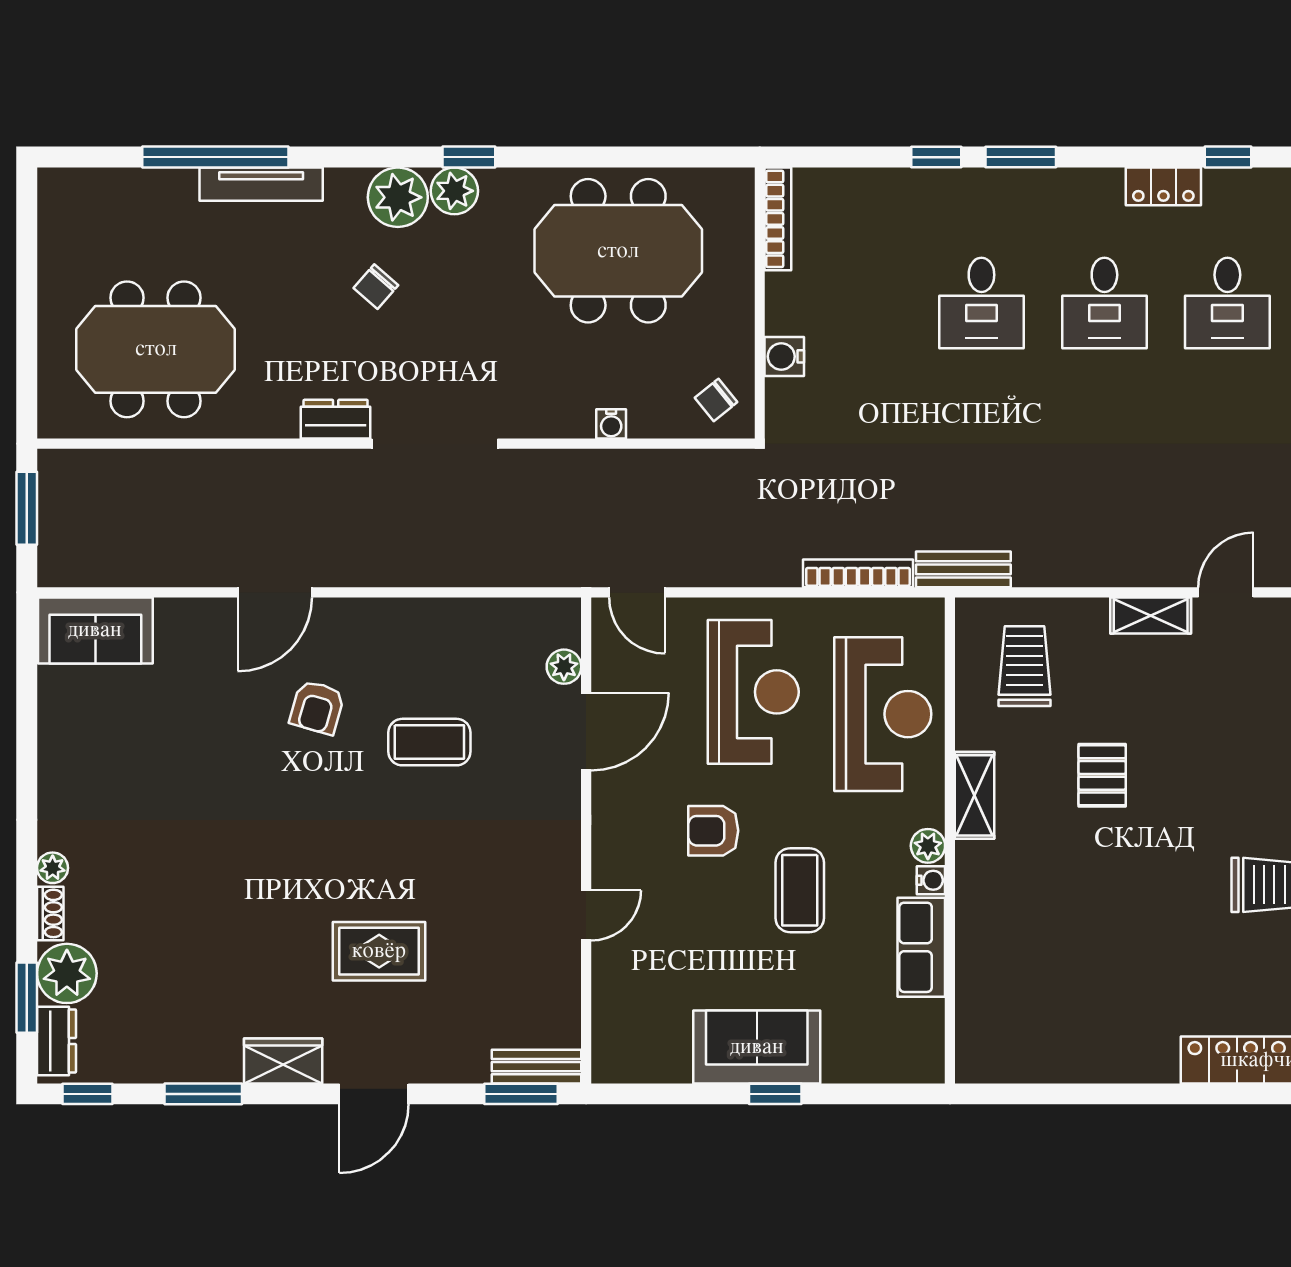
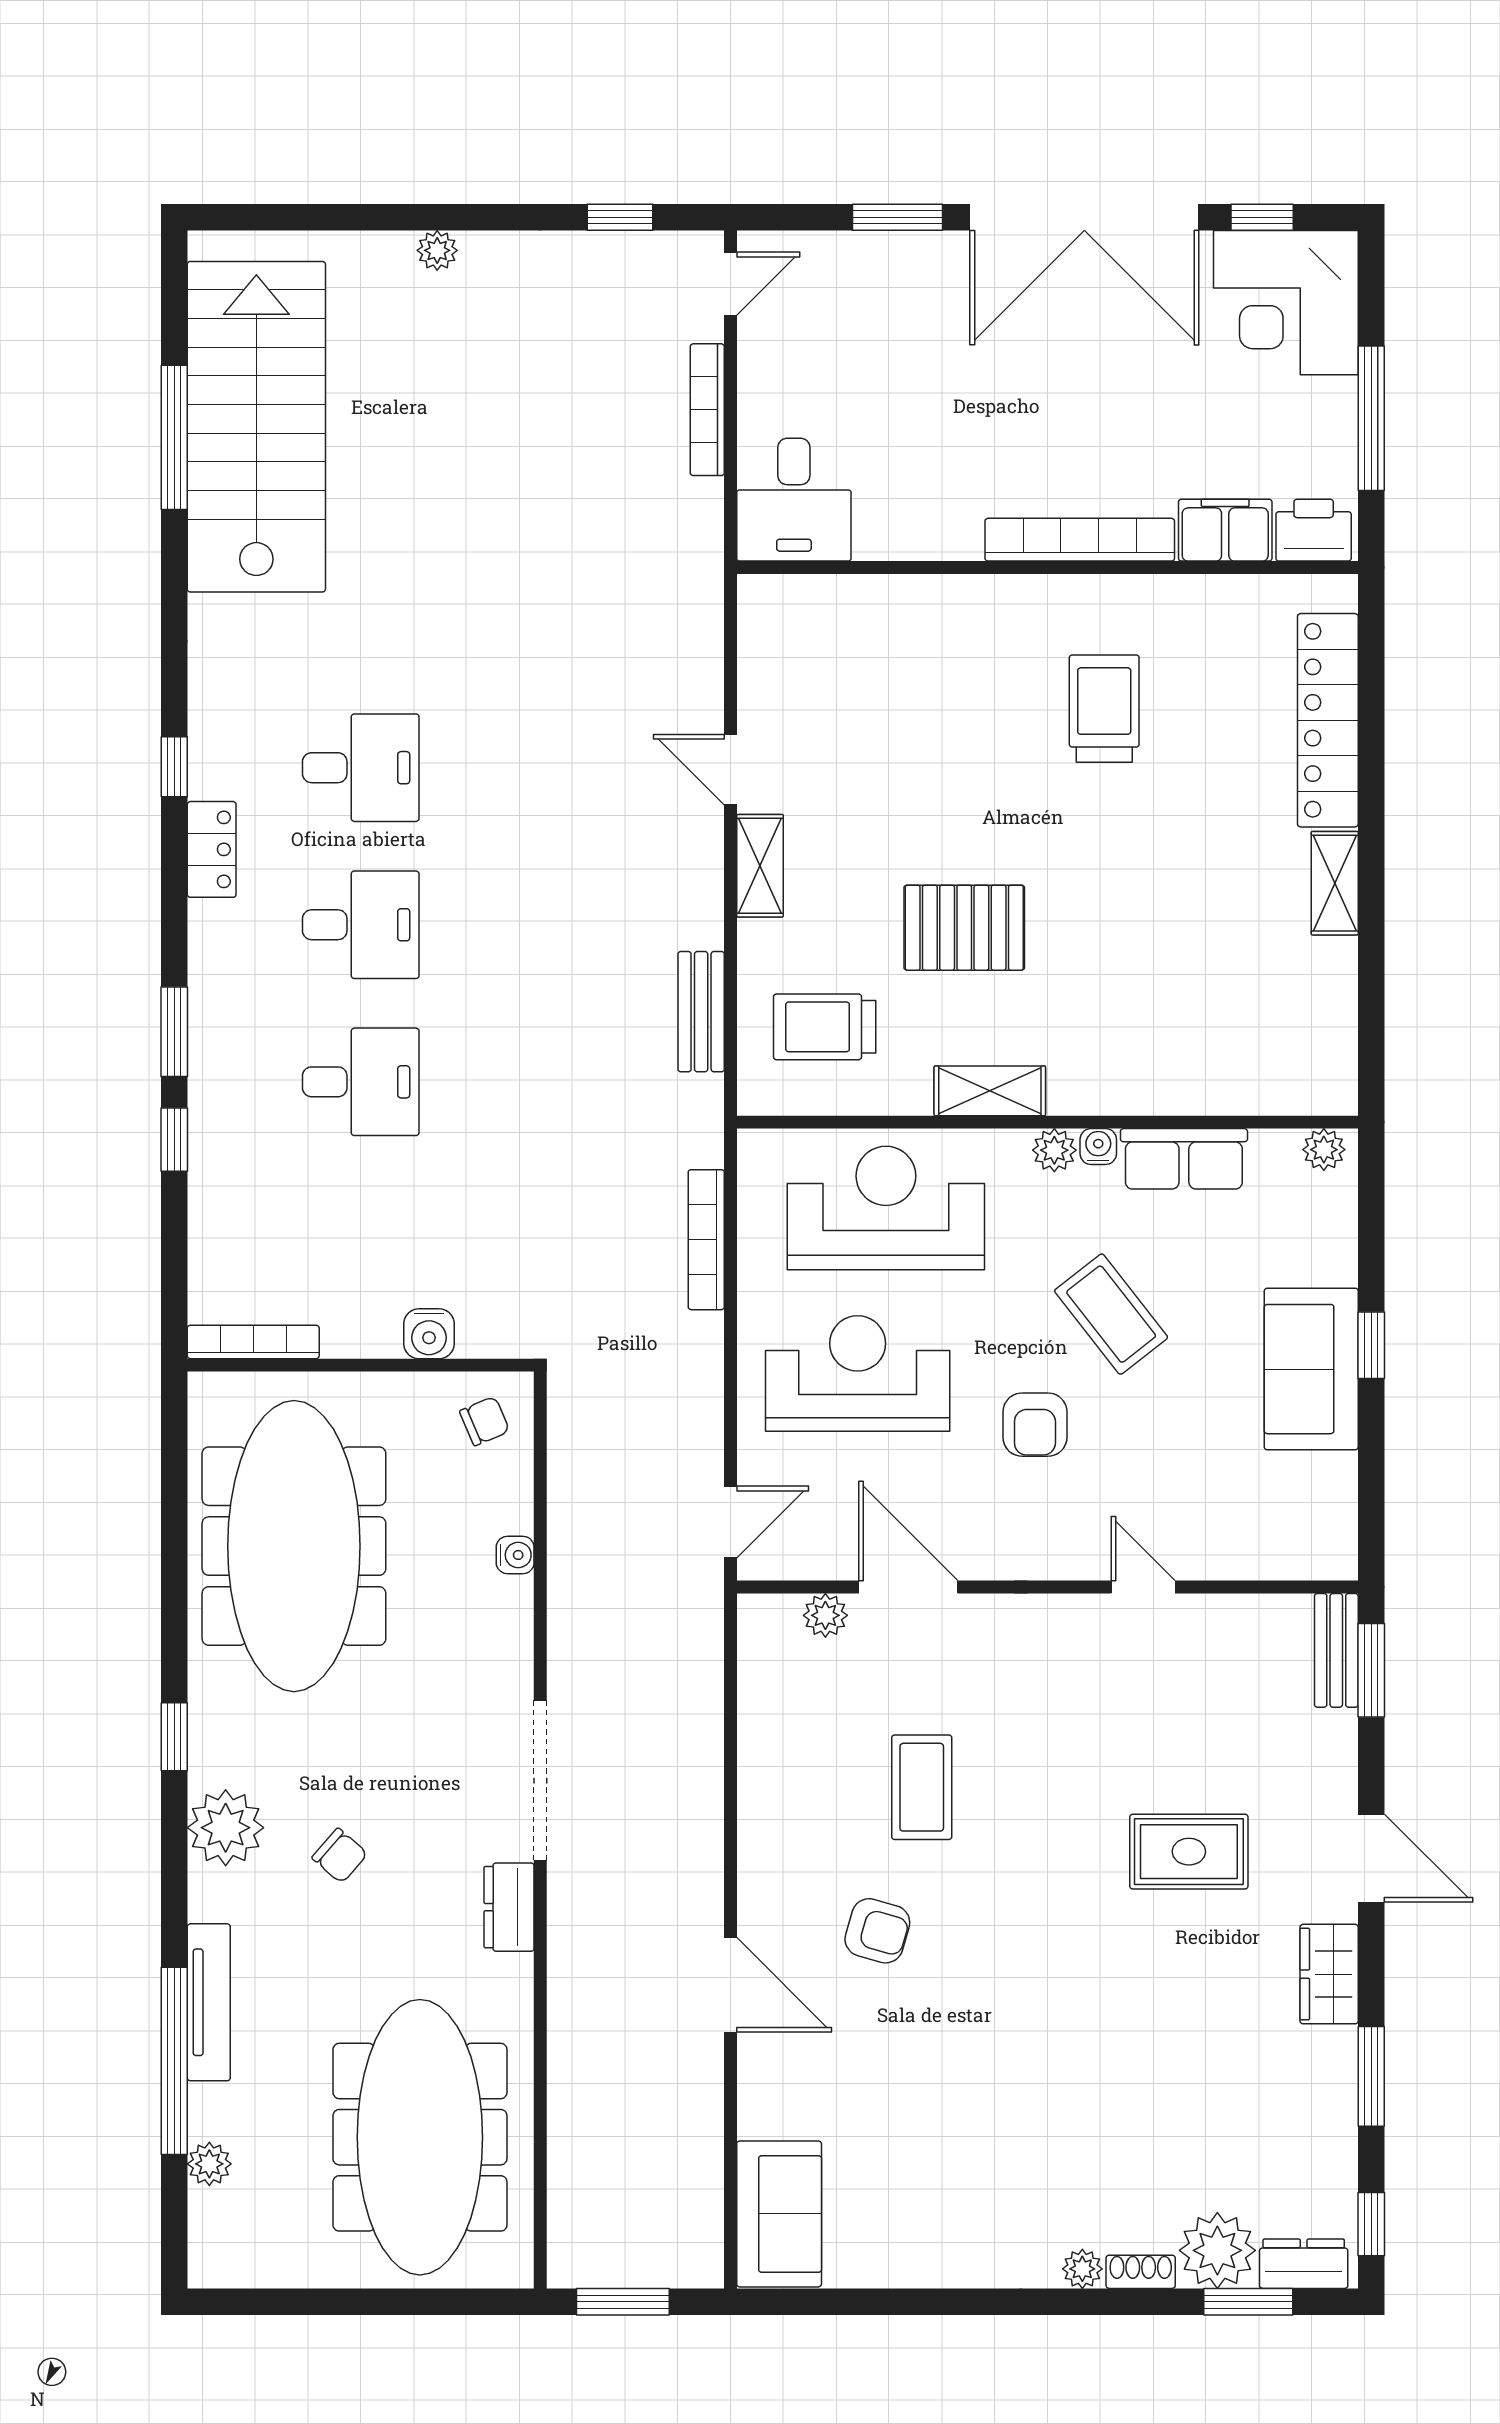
plant: (454, 191) -> (209, 2164), moved, width x0.73, depth x0.73
meeting table: (618, 251) -> (294, 1546), width x1.36
meeting table: (156, 349) -> (420, 2137), width x1.36
chair: (716, 400) -> (485, 1421), turned -74
bench: (963, 569) -> (701, 1012), moved
pallet: (1102, 775) -> (964, 928), width x1.50, depth x1.42
coffee table: (800, 890) -> (1111, 1314), turned 52
rug: (379, 951) -> (1189, 1852), turned 90
plant: (929, 1057) -> (1324, 1150), added
shelving: (1137, 1065) -> (1335, 883), added

